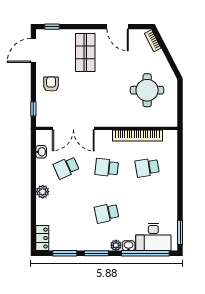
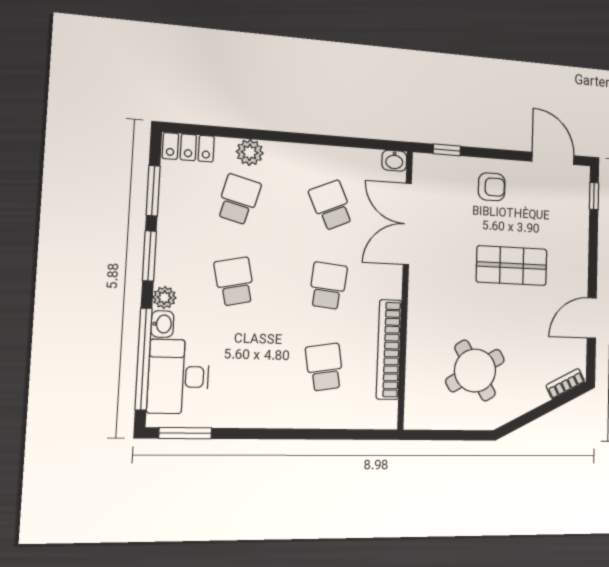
shop shelf: (85, 53) -> (512, 266), moved
round table: (147, 90) -> (475, 371), turned -31
washbasin: (41, 152) -> (394, 161), moved
plant: (43, 192) -> (250, 152), moved
school desk: (66, 213) -> (239, 199), added

